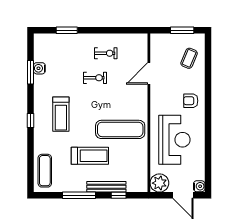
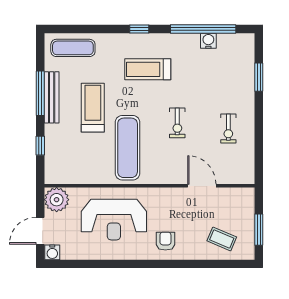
window: (30, 72) -> (203, 29), width x2.11
exercise bike: (95, 78) -> (177, 123), moved
treadmill: (90, 156) -> (93, 108), turned 180
bench: (106, 187) -> (52, 97), moved

